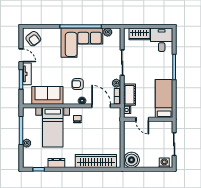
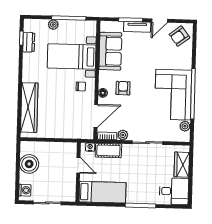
door: (142, 119) -> (78, 165), swing flipped
boiler: (131, 160) -> (29, 164), moved
dresser: (56, 163) -> (29, 42), moved

